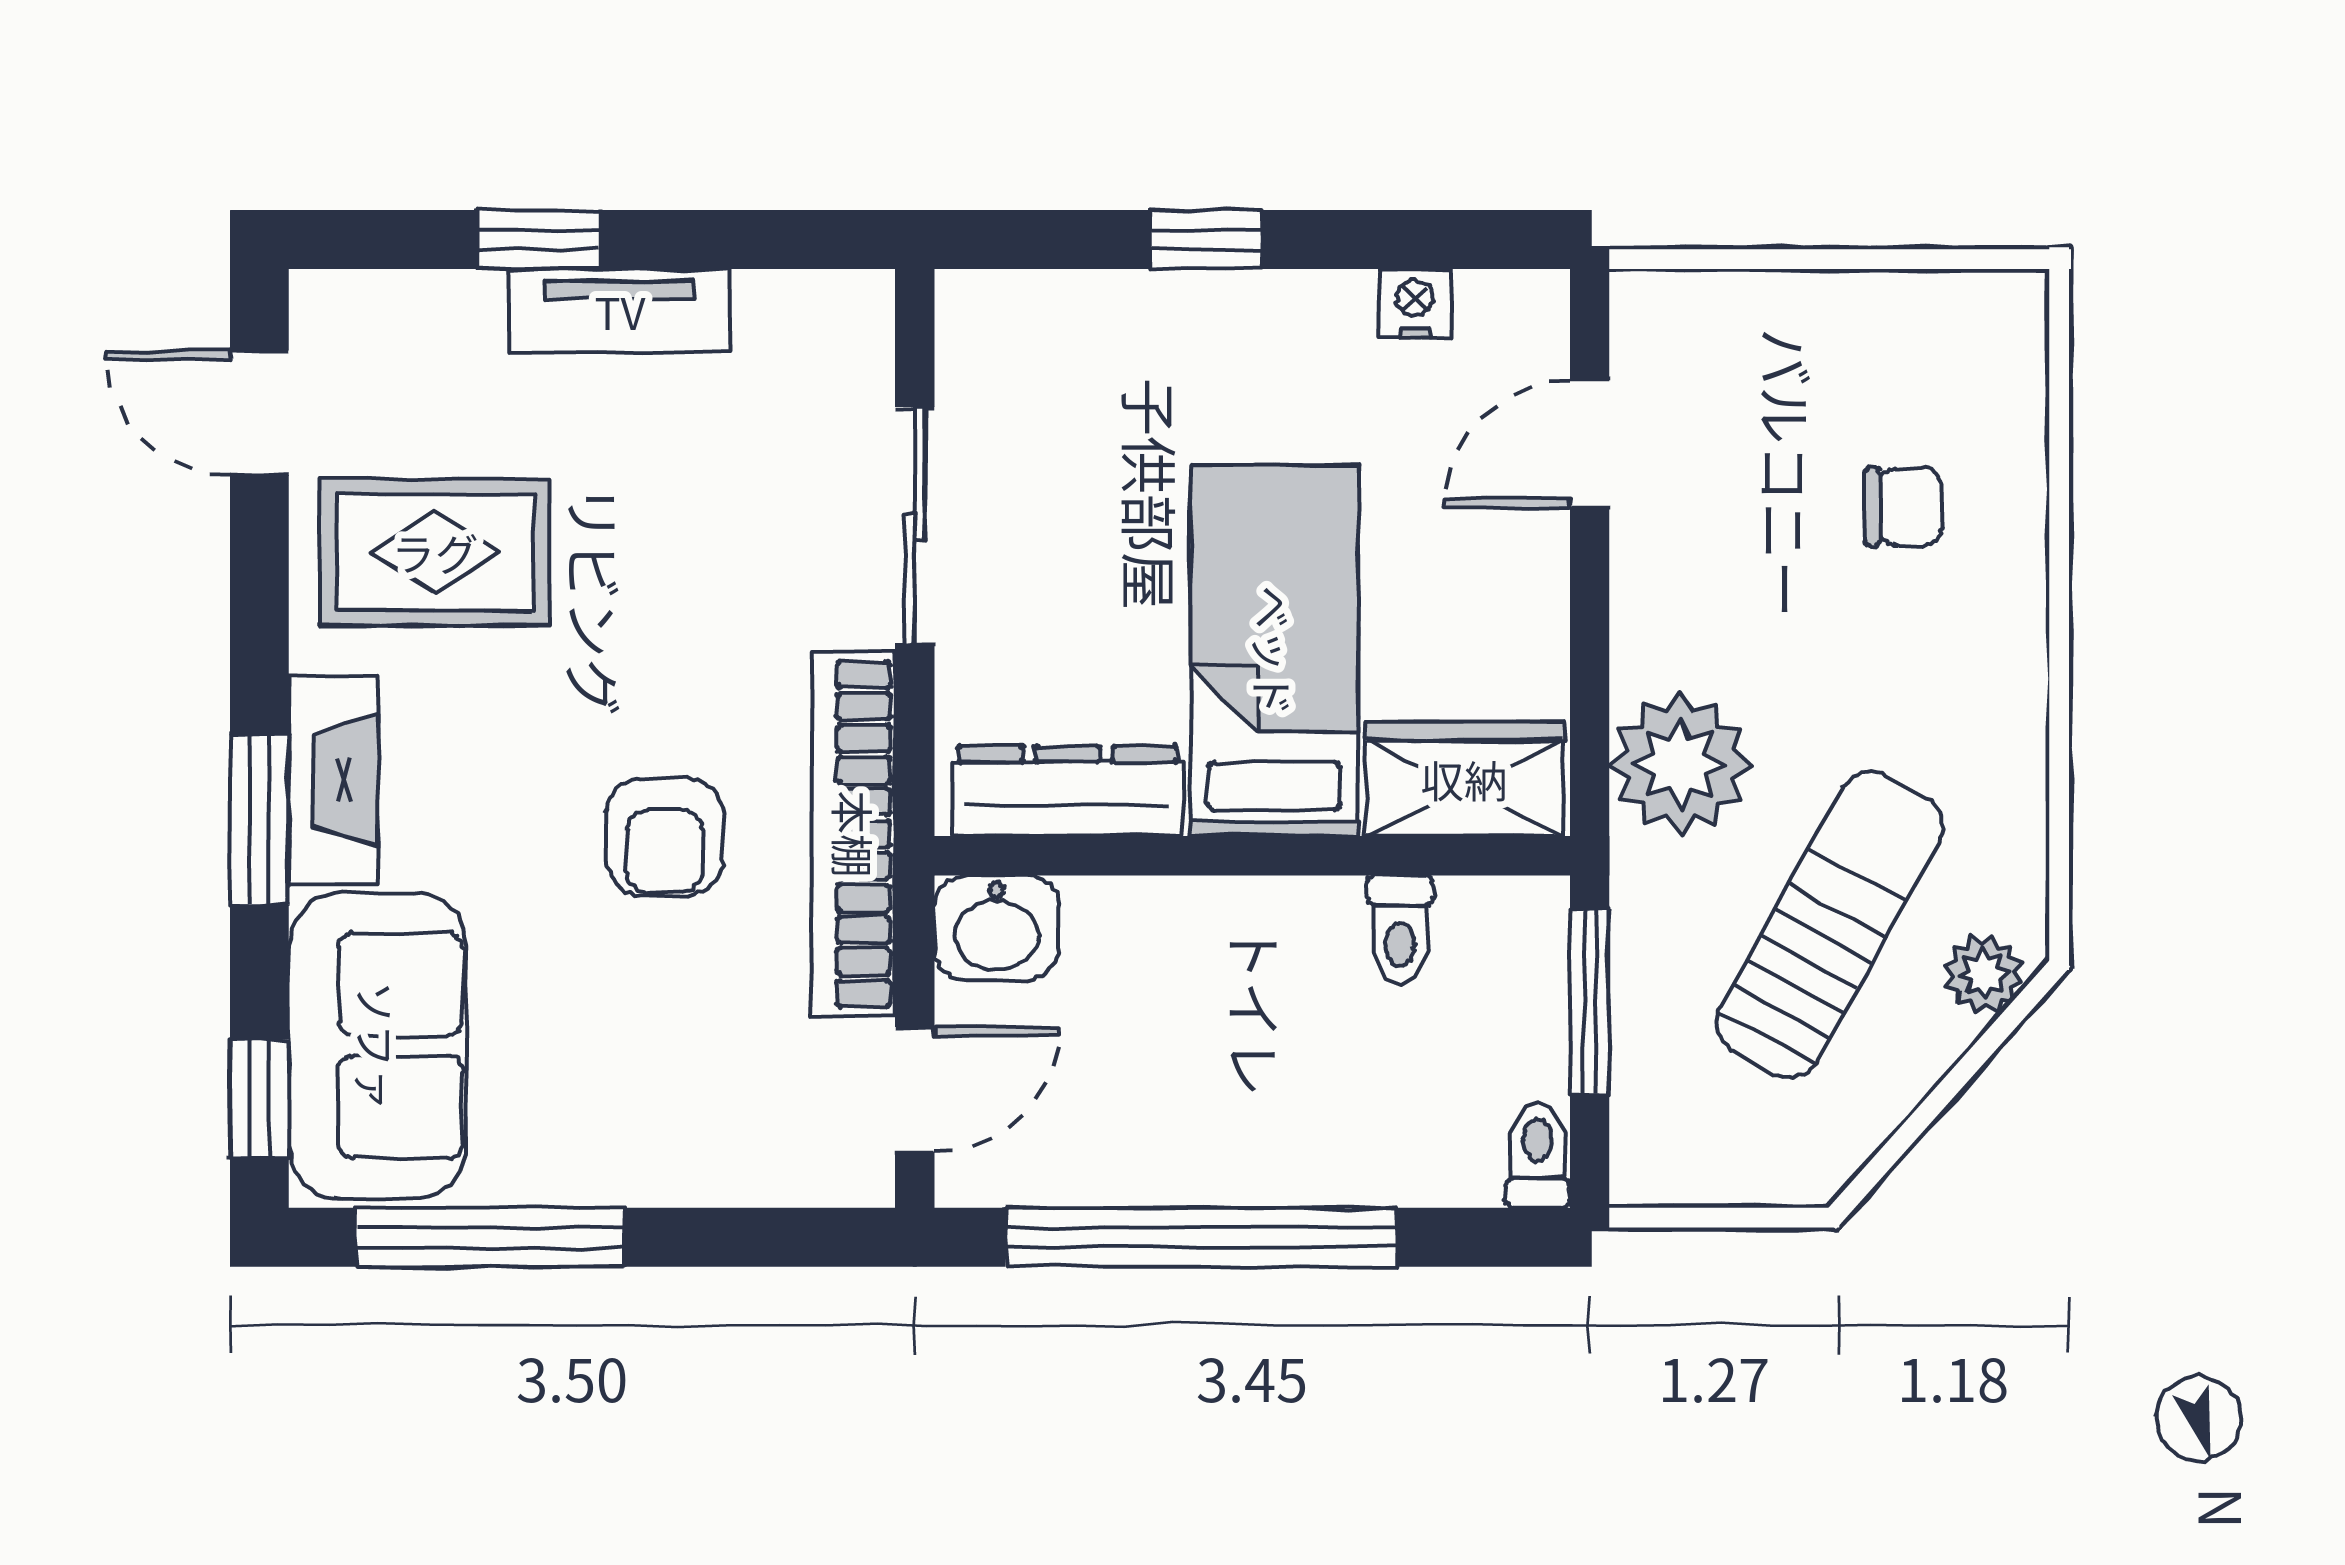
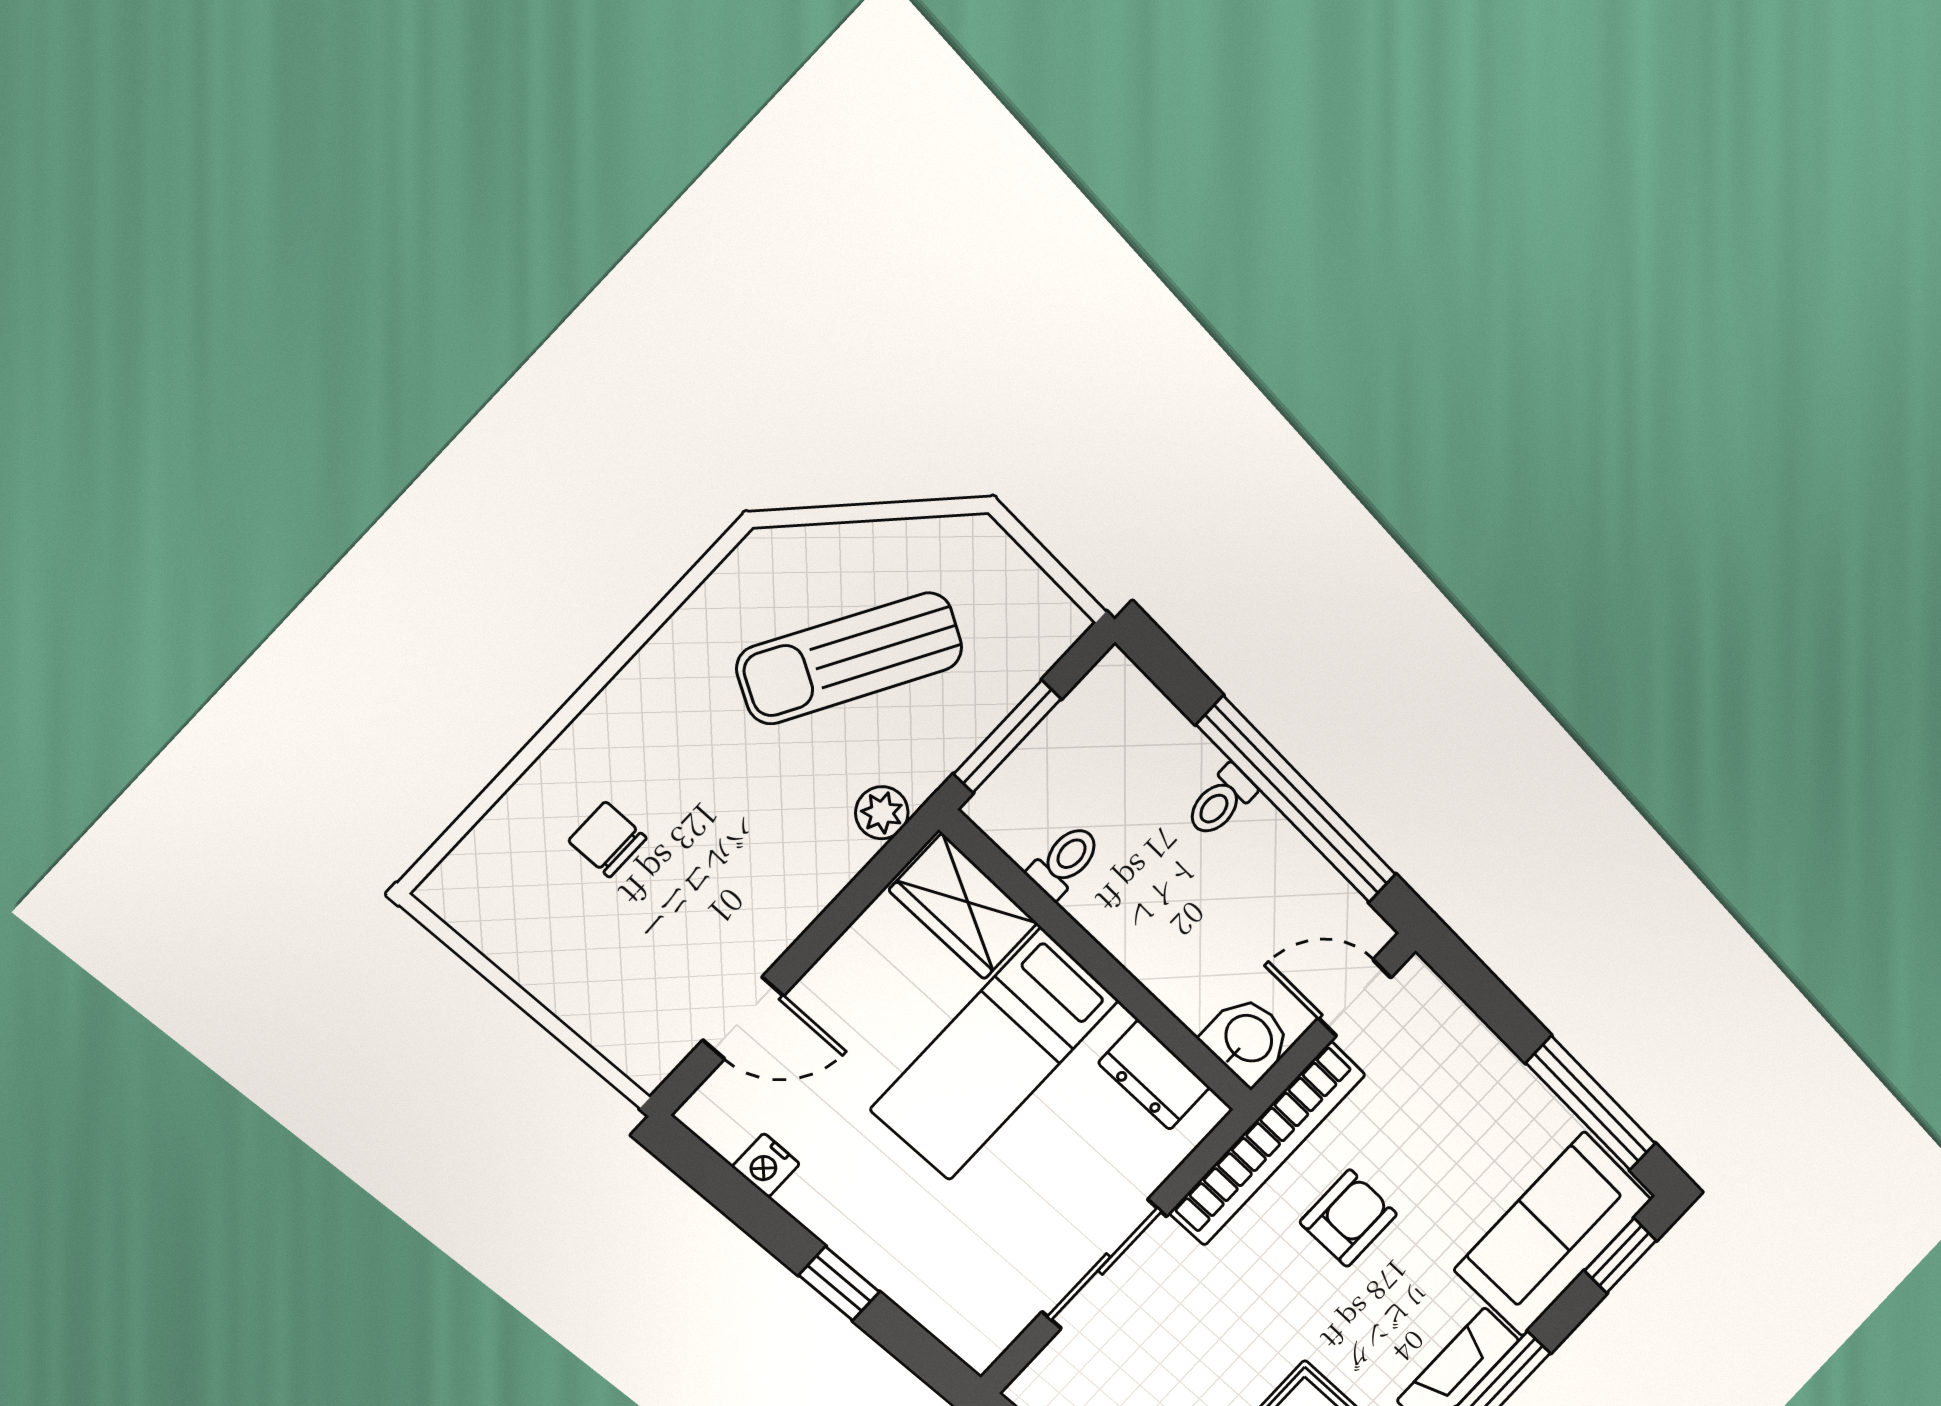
plant: (1680, 764) -> (882, 813), width x0.53, depth x0.53
dresser: (1068, 791) -> (1154, 1075), width x0.70
plant: (1984, 974) -> (794, 554), removed
toilet: (1537, 1155) -> (1221, 801), moved

